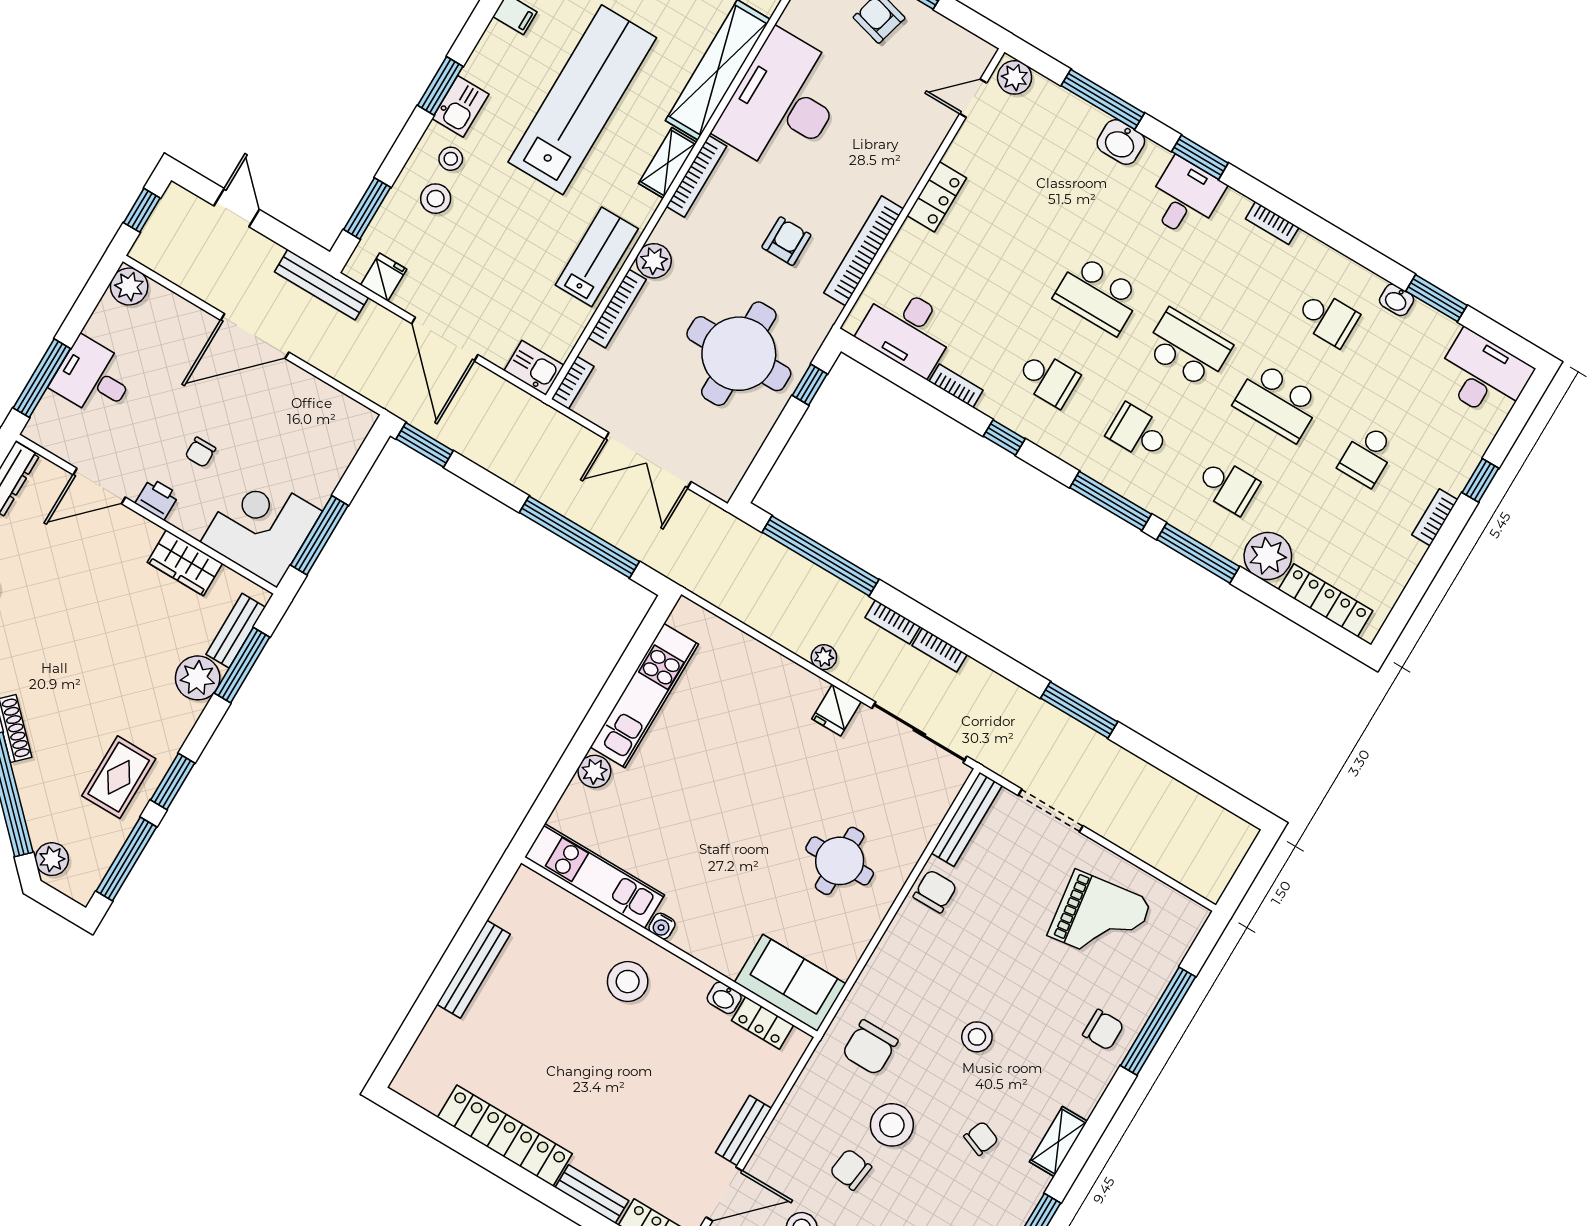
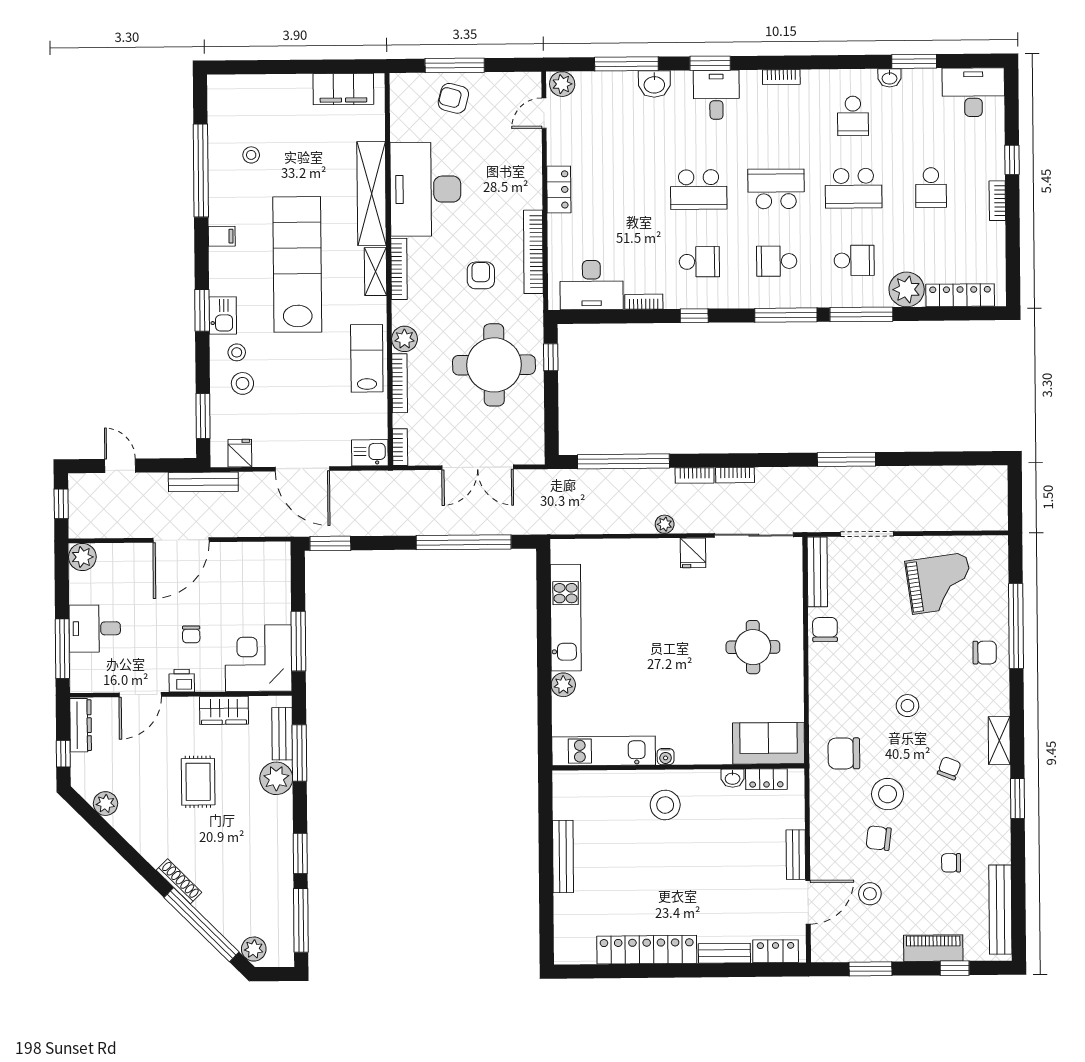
school desk: (1328, 318) -> (853, 116), turned 90
rug: (119, 777) -> (198, 782), moved
chair: (870, 1047) -> (844, 753), turned 90

